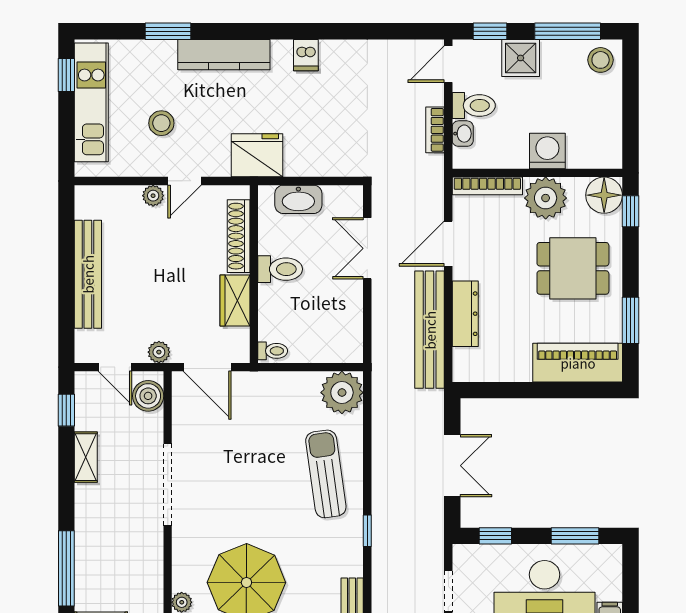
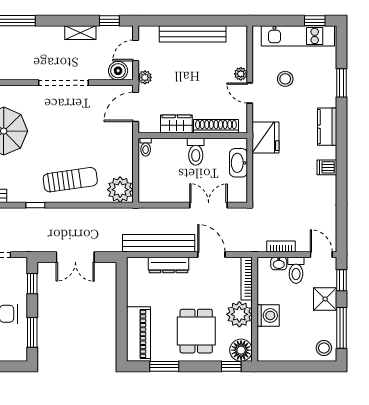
kitchen counter: (224, 55) -> (327, 127), width x0.67

